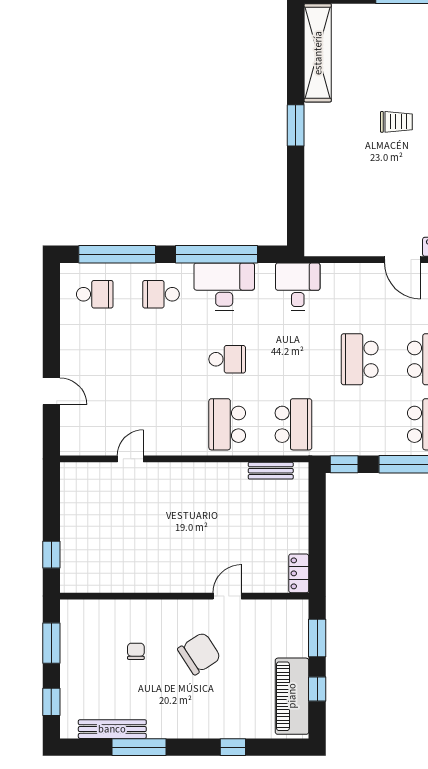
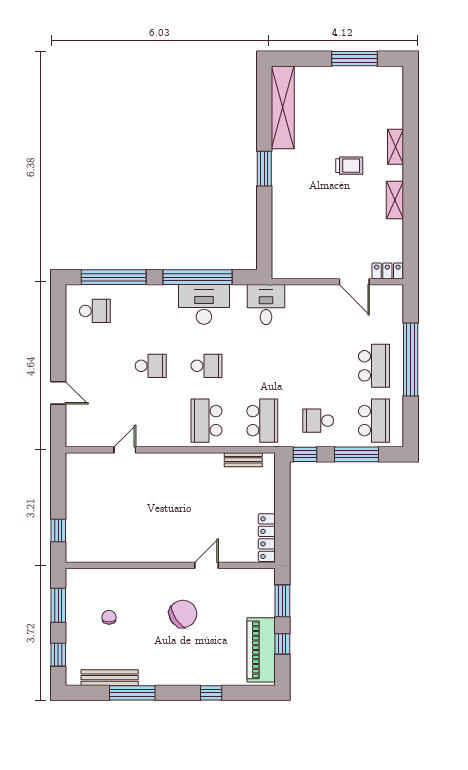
school desk: (161, 294) -> (151, 366), moved, turned 180
school desk: (360, 359) -> (318, 421), moved, width x0.54
locker: (299, 573) -> (267, 538), width x1.53
chair: (136, 651) -> (109, 617), moved

